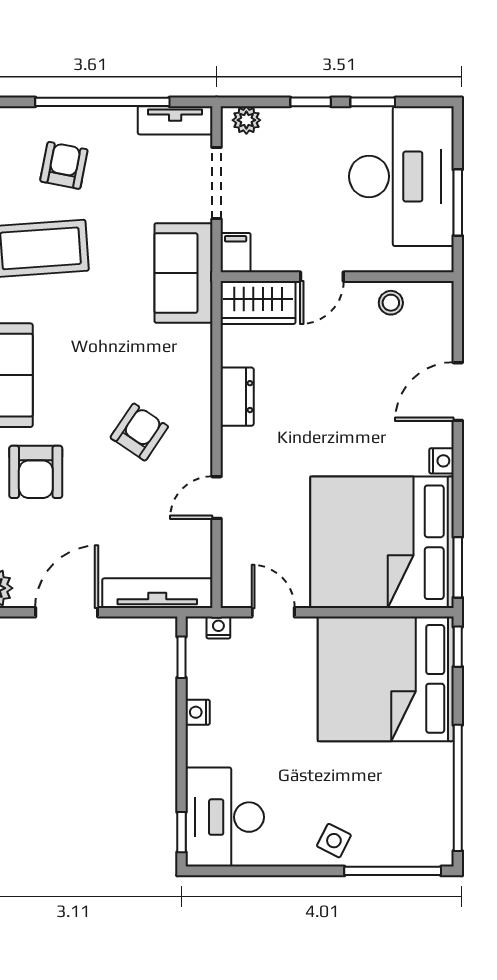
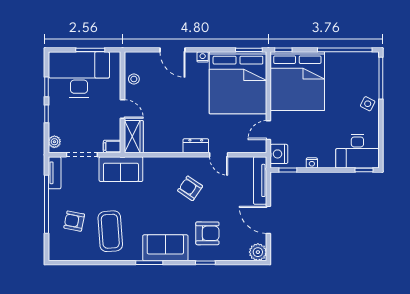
dresser: (237, 397) -> (196, 146), moved
nightstand: (218, 628) -> (279, 154), width x1.89, depth x1.79

